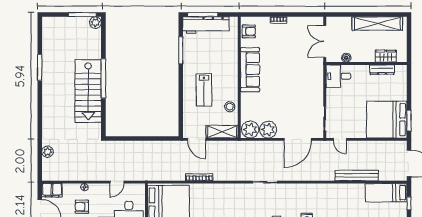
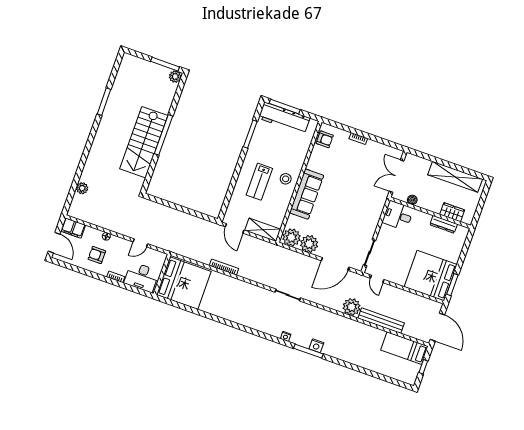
sofa: (250, 70) -> (307, 194), moved
stool: (230, 107) -> (286, 179), moved
plant: (326, 173) -> (352, 307), added

